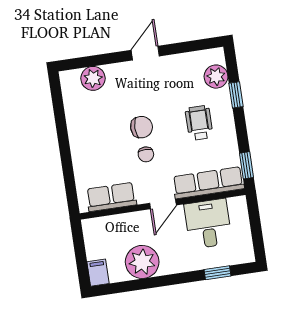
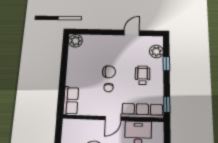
door: (145, 53) -> (132, 33), moved
plant: (93, 78) -> (75, 41), moved
row of seats: (111, 197) -> (71, 101), moved, turned 90

